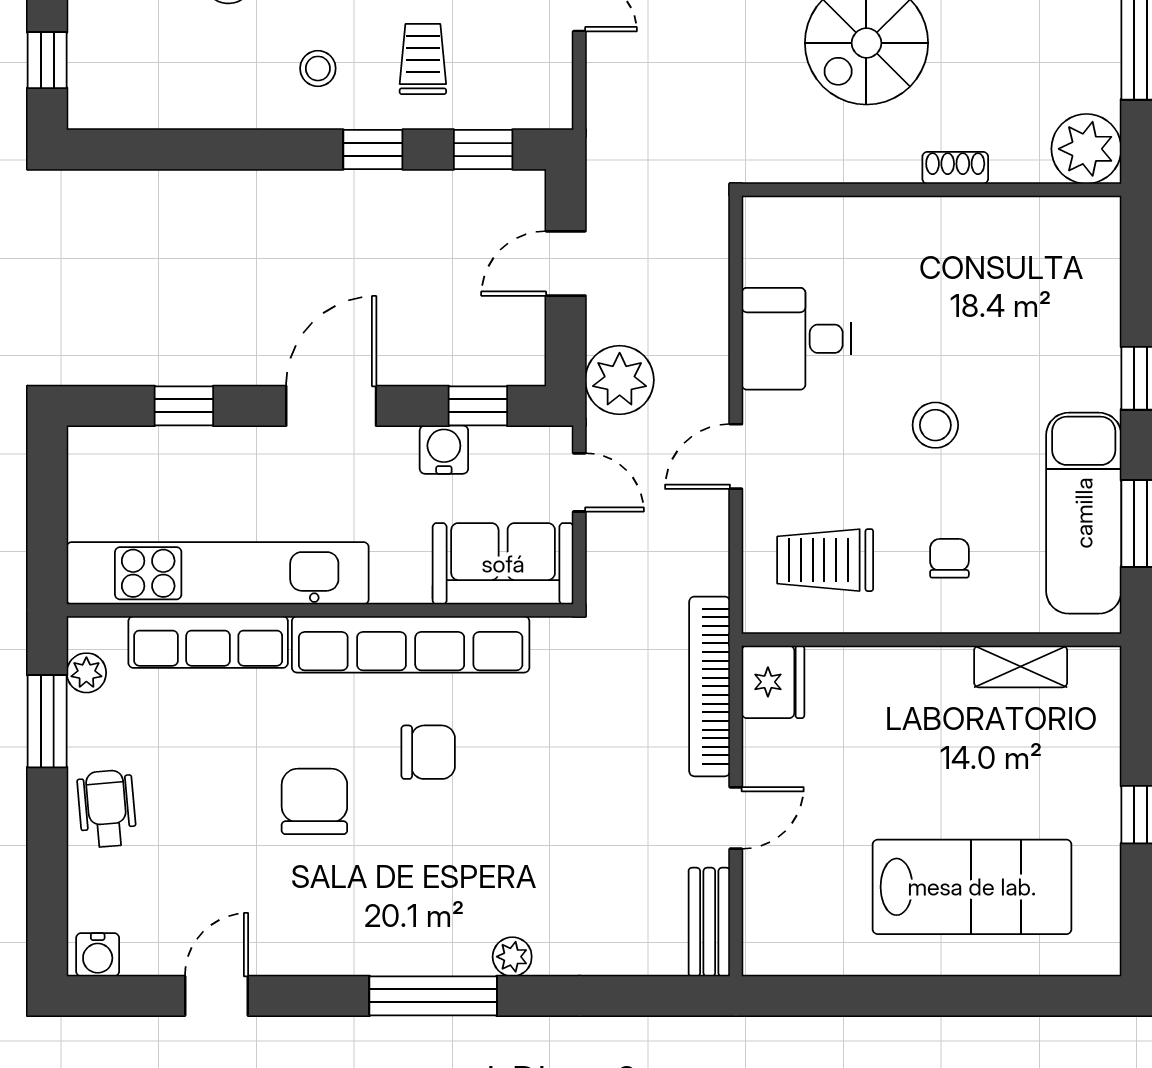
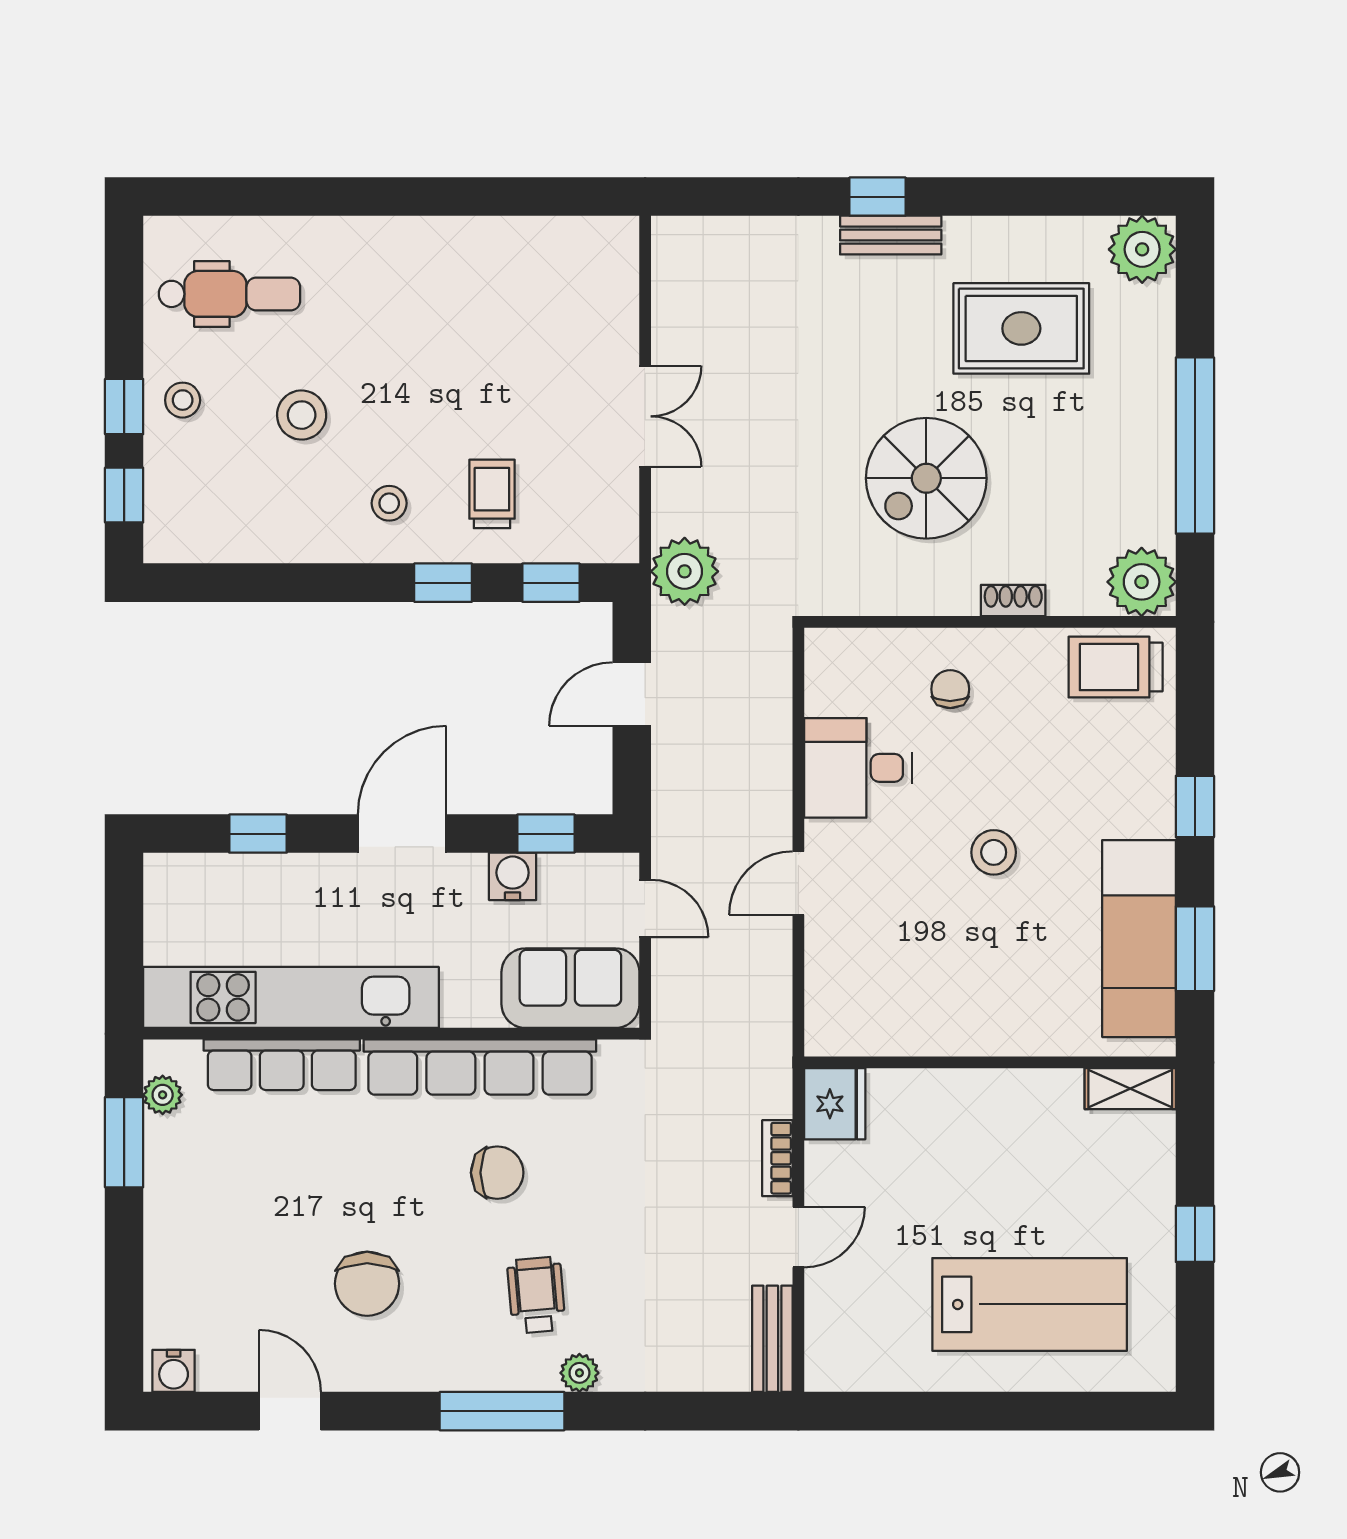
plant: (620, 380) -> (685, 571), moved
chair: (949, 558) -> (950, 689), moved
trolley: (825, 560) -> (1116, 667), moved
shelving: (1021, 666) -> (1130, 1089), moved
bookcase: (710, 686) -> (777, 1158), width x0.43, depth x0.76
chair: (314, 801) -> (367, 1284), moved, turned 180
wheelchair: (107, 809) -> (536, 1295), moved
door: (217, 996) -> (290, 1411), hinge flipped

